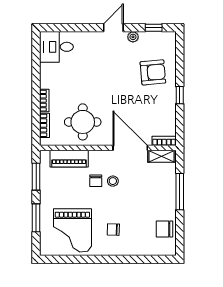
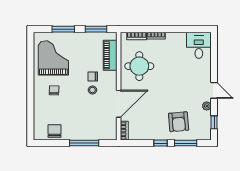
window: (180, 64) -> (186, 143), added
shelving: (162, 156) -> (112, 129), removed
grand piano: (72, 230) -> (53, 58), turned 90

